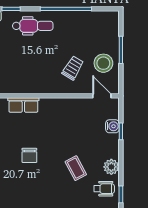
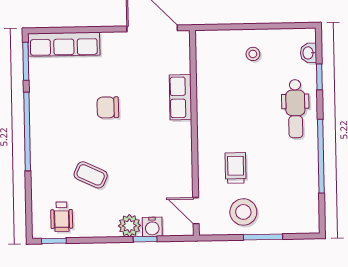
trolley: (73, 68) -> (236, 168), turned -121
door: (102, 96) -> (196, 211), swing flipped
plant: (111, 167) -> (129, 226), moved
coffee table: (76, 168) -> (91, 175), turned 53

